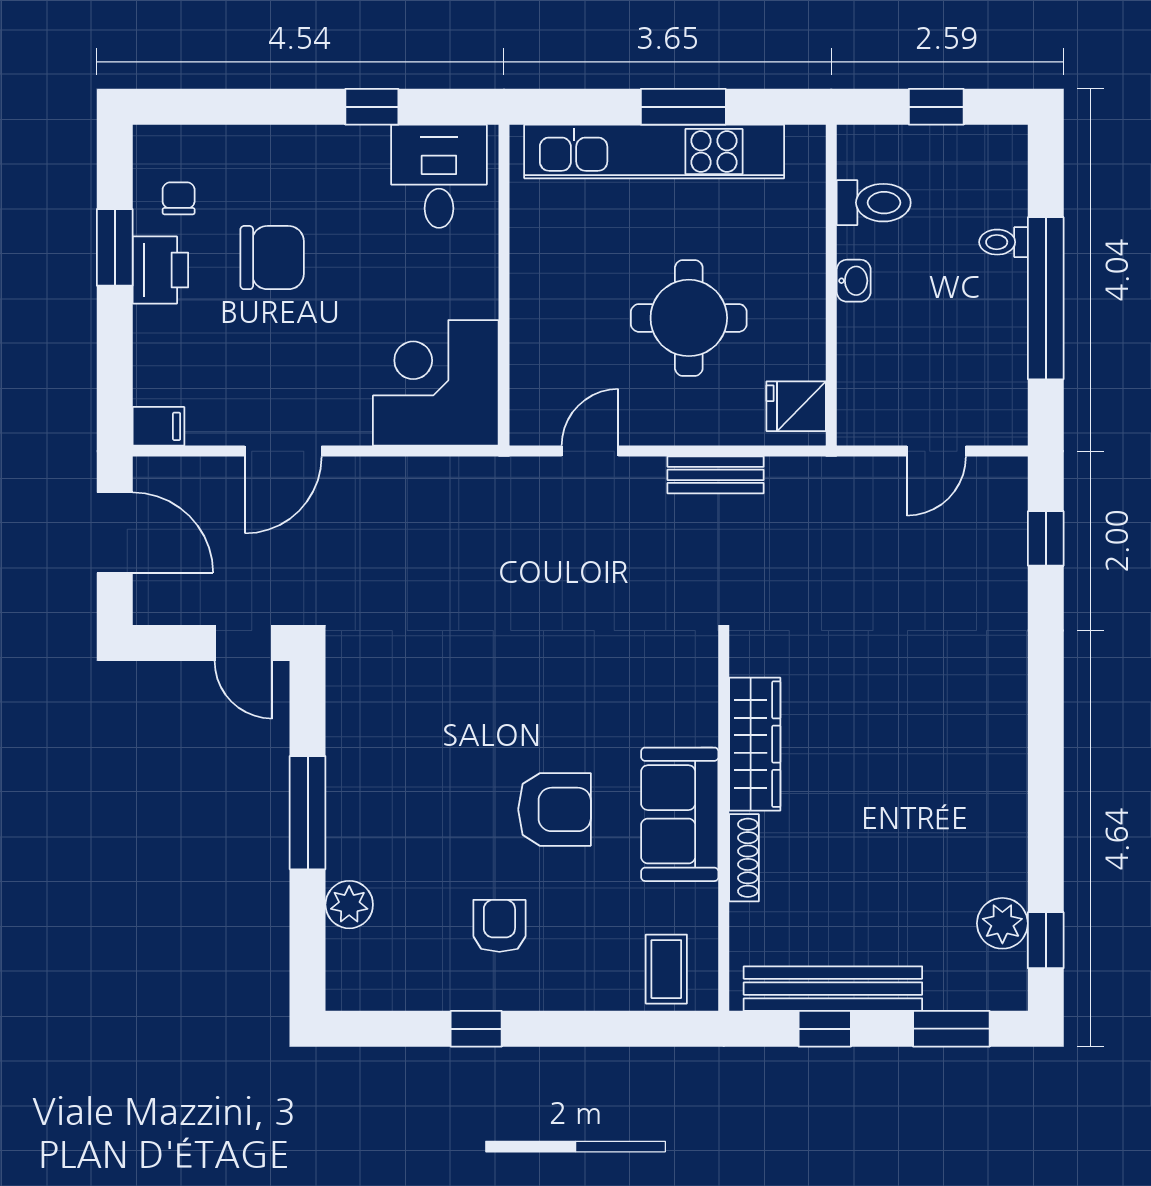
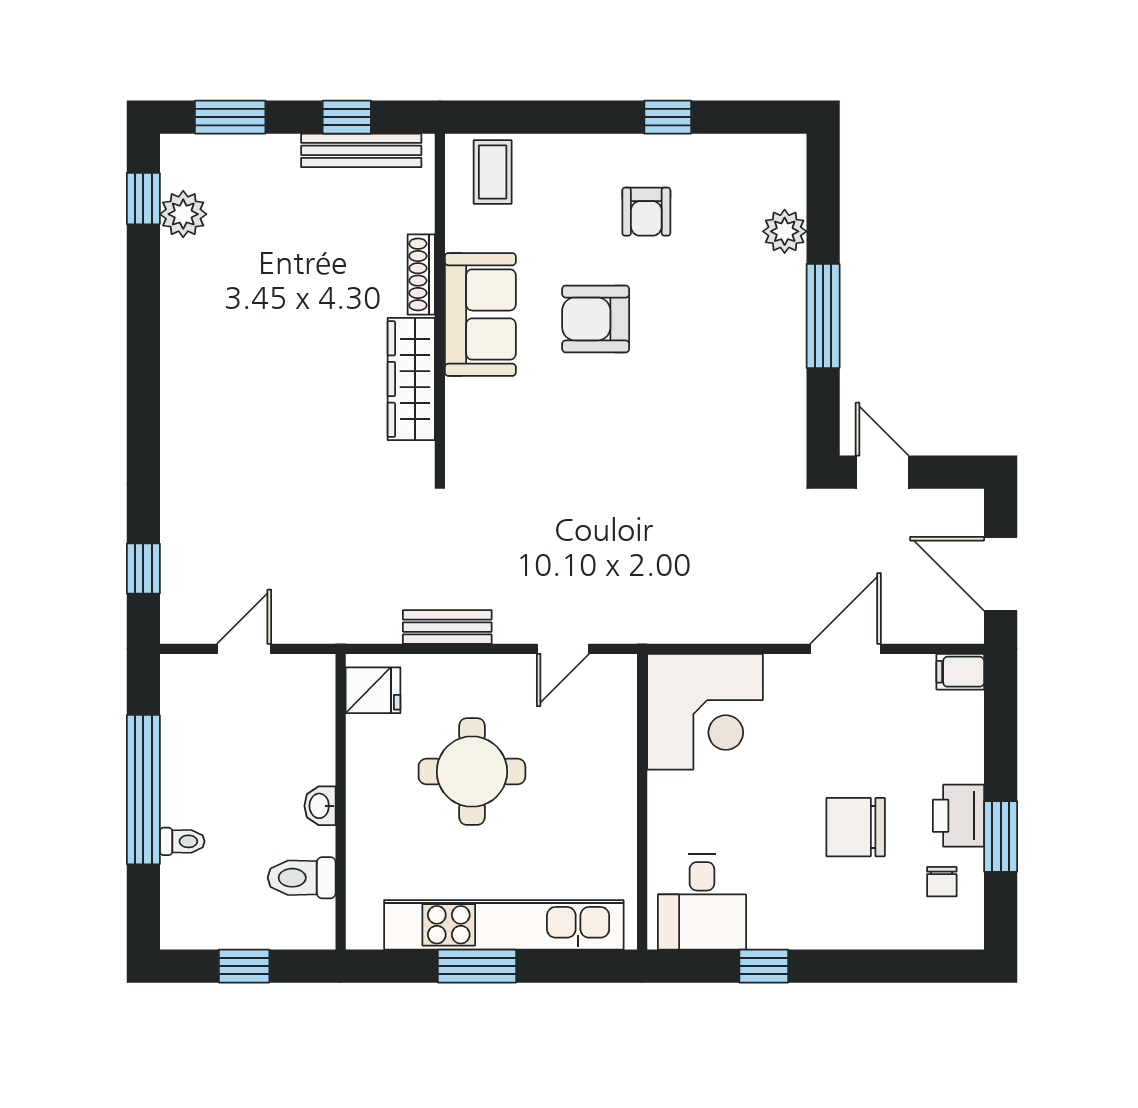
bench: (833, 989) -> (361, 150), width x0.73, depth x0.82

